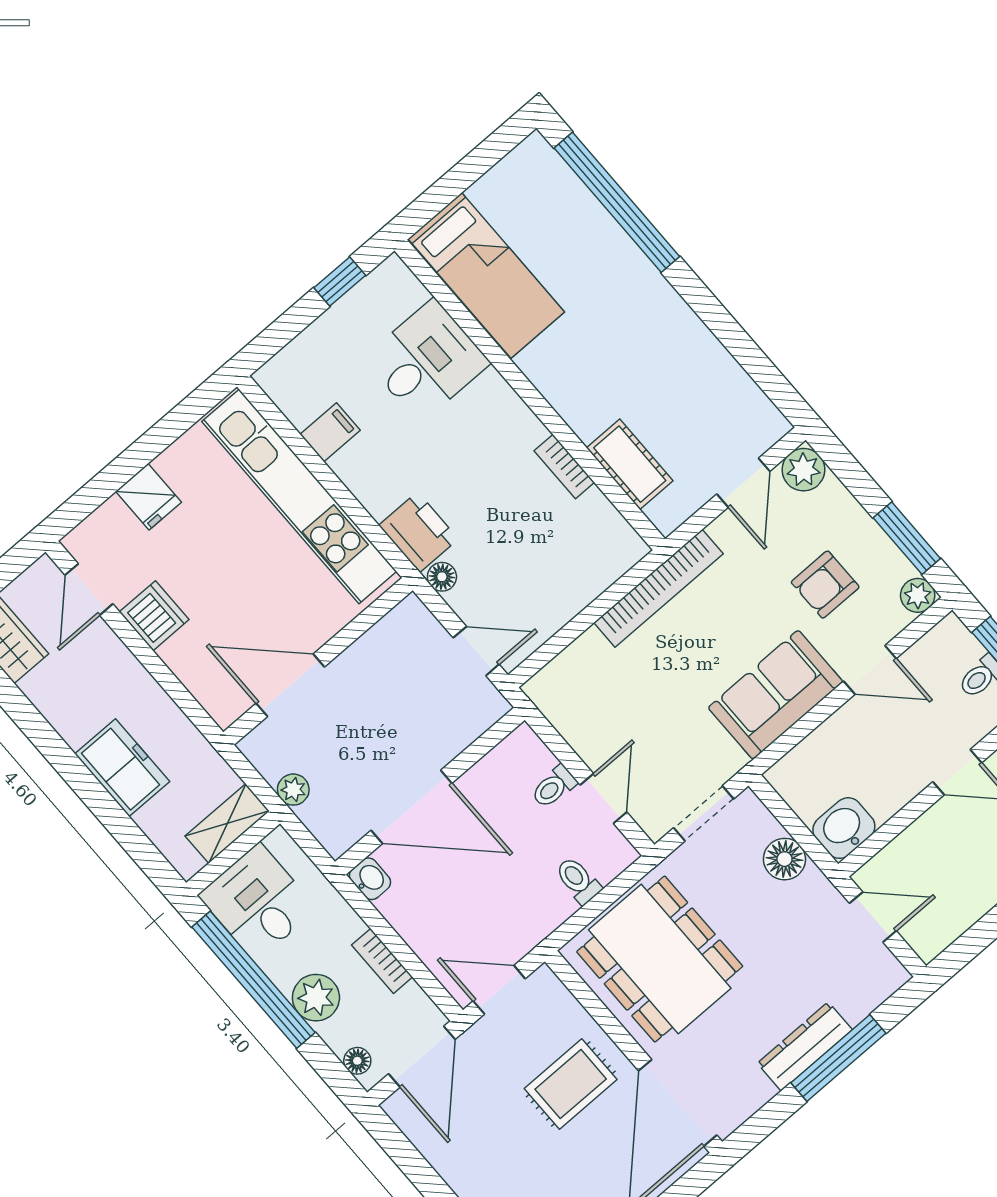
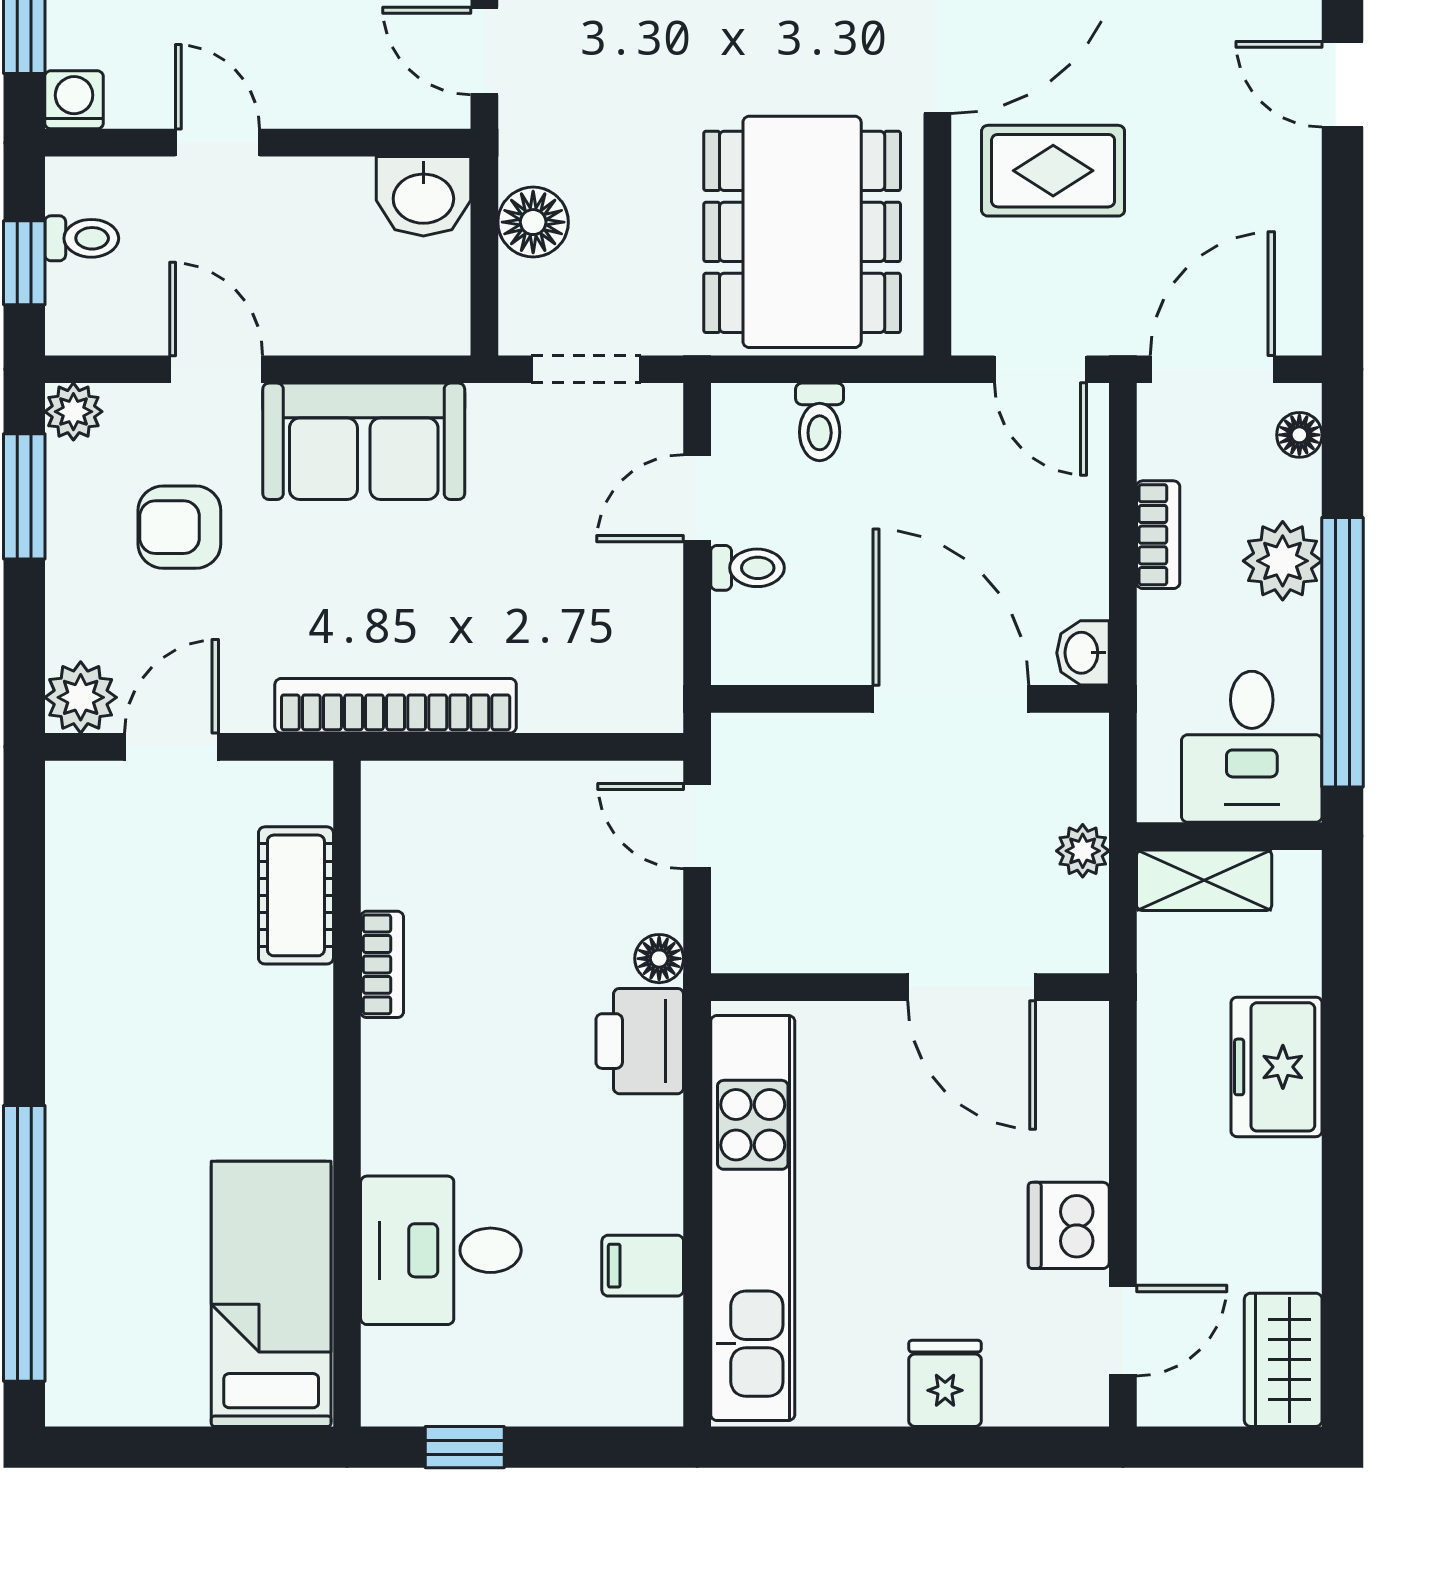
armchair: (825, 585) -> (179, 527), turned 180

